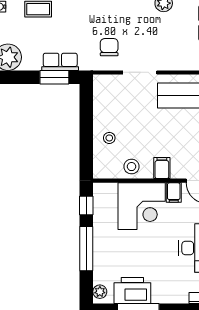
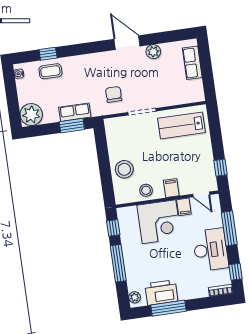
stool: (109, 138) -> (124, 169), width x1.89, depth x1.89

